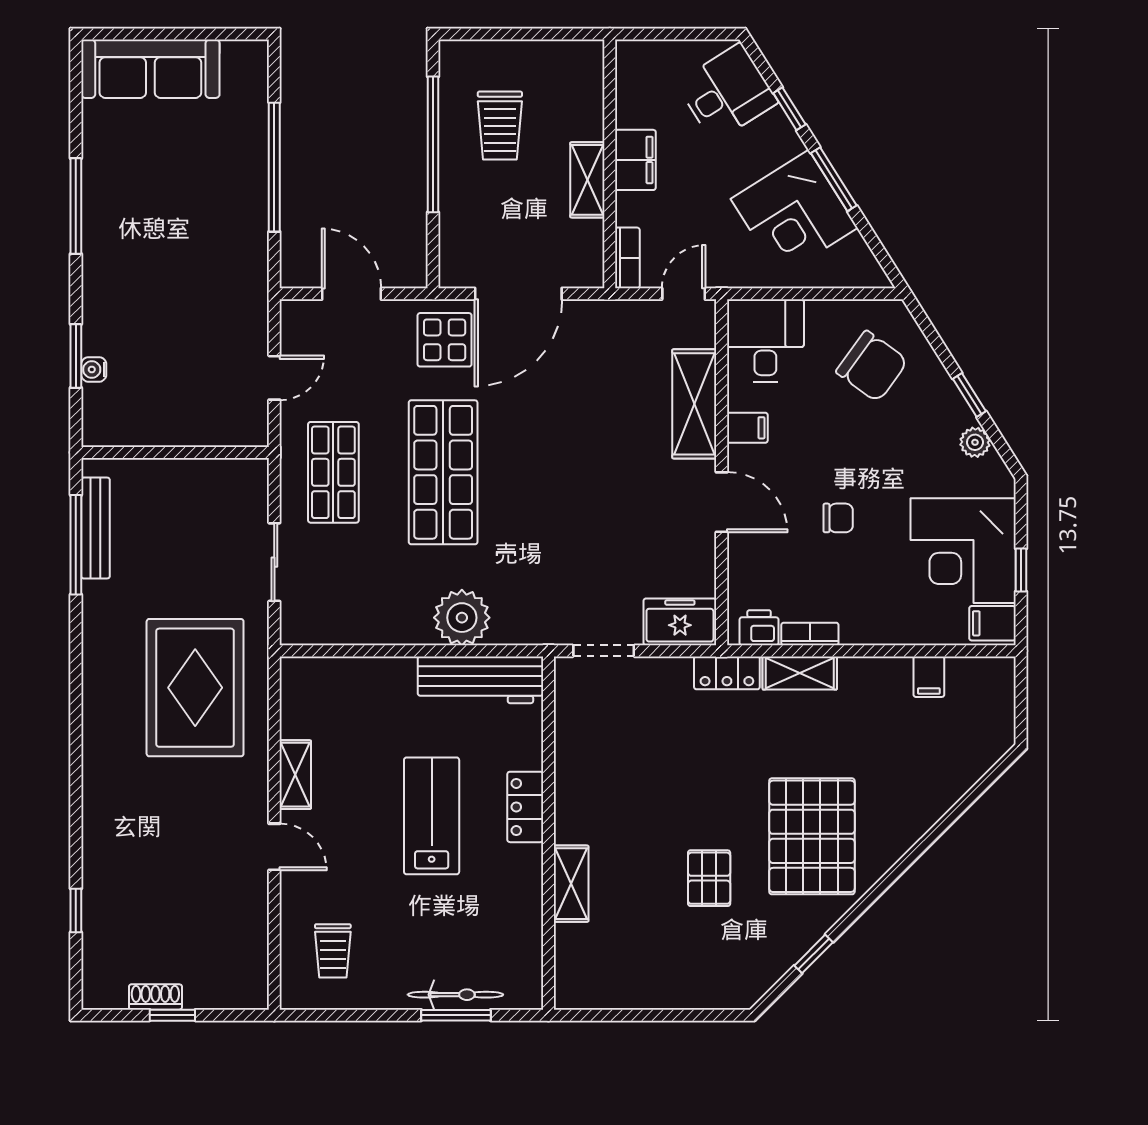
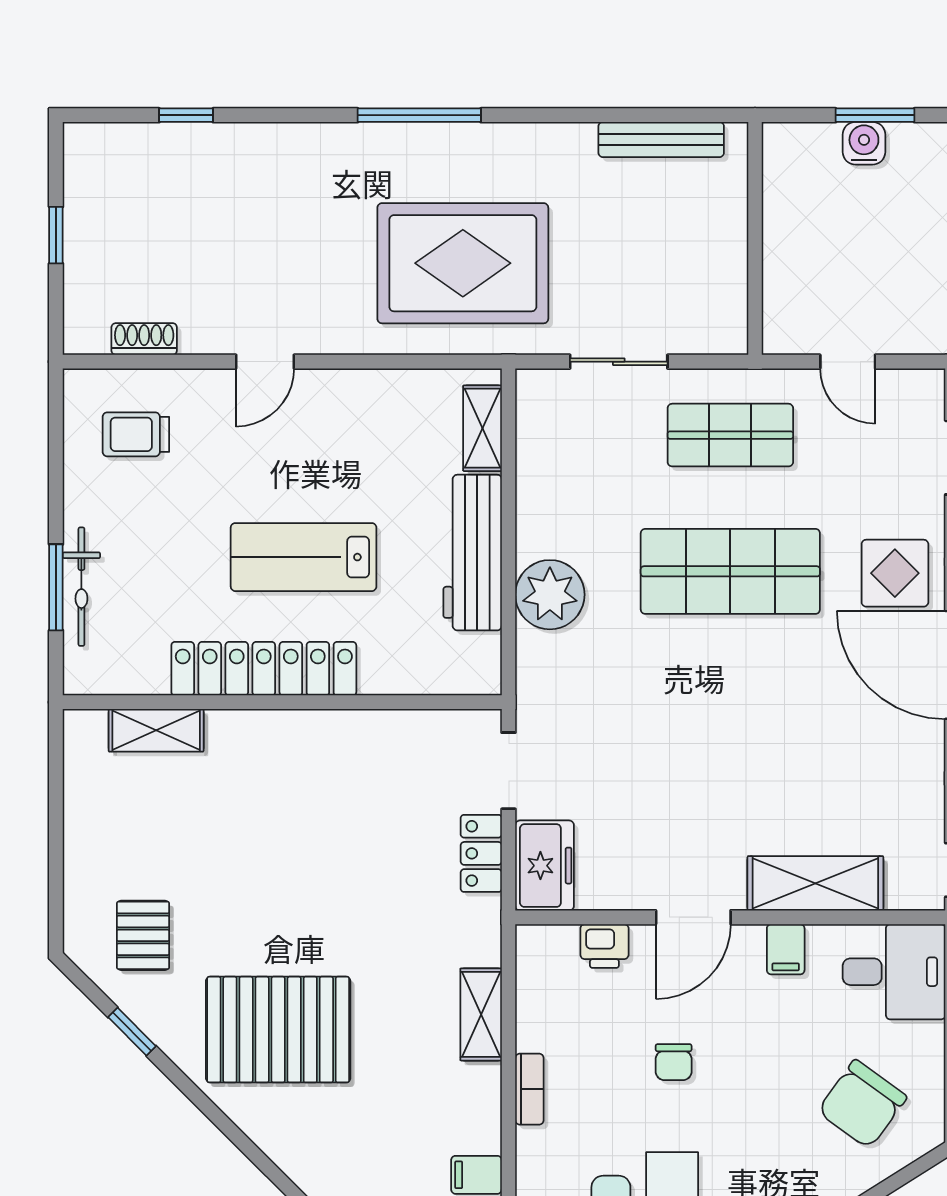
water cooler: (94, 369) -> (864, 143), width x1.38, depth x1.38
window: (76, 545) -> (419, 115), moved
printer: (759, 628) -> (604, 946), moved, turned 90
bookcase: (810, 634) -> (529, 1089), moved
locker: (727, 673) -> (481, 853), moved
workbench: (480, 680) -> (473, 553), moved
shelving: (295, 775) -> (482, 428), moved, turned 90
locker: (525, 807) -> (264, 669), width x2.16, depth x1.21
lab bench: (432, 816) -> (304, 557), turned 180
pallet: (709, 878) -> (143, 935), moved, turned 90
shelving: (571, 884) -> (156, 730), moved
shoe rack: (155, 997) -> (144, 339), moved, turned -90

